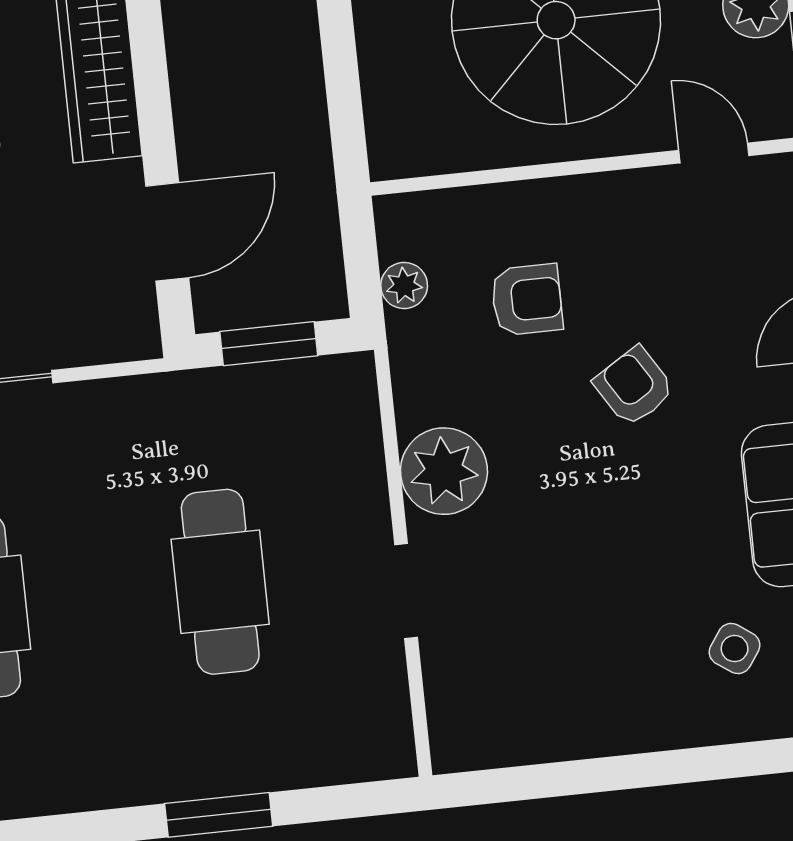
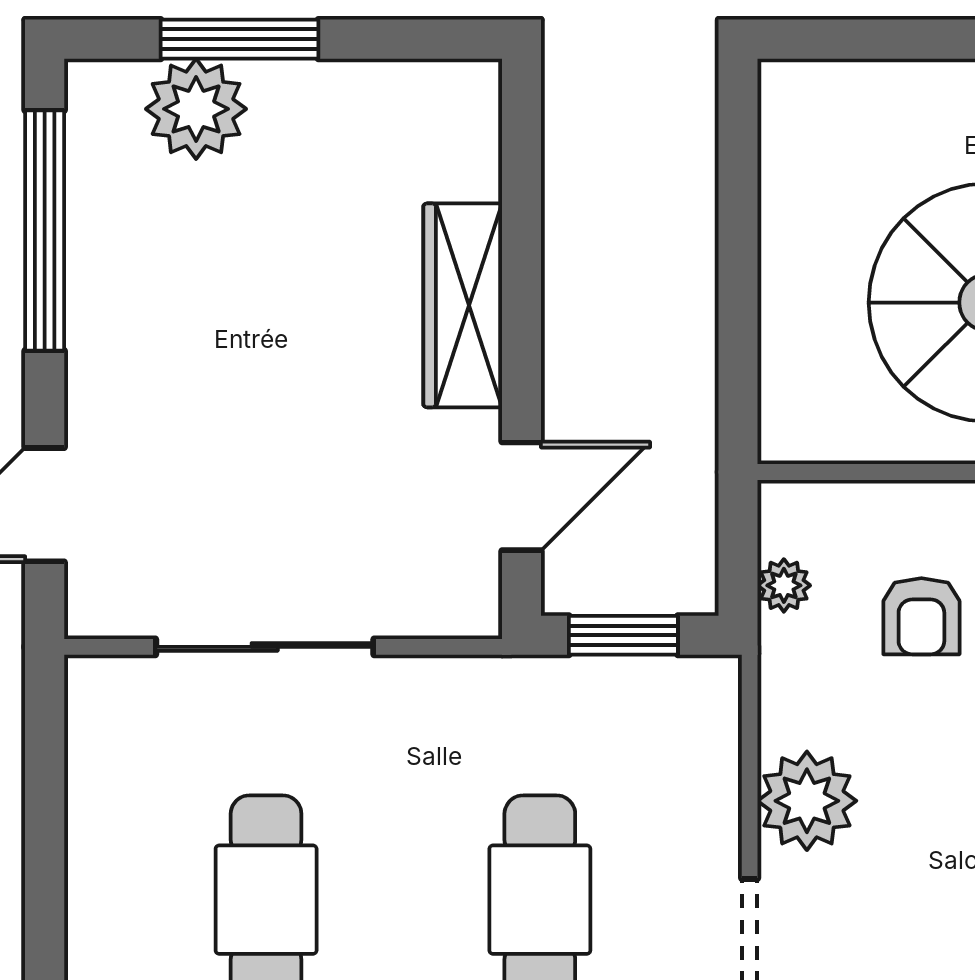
armchair: (527, 300) -> (921, 616), turned 90

